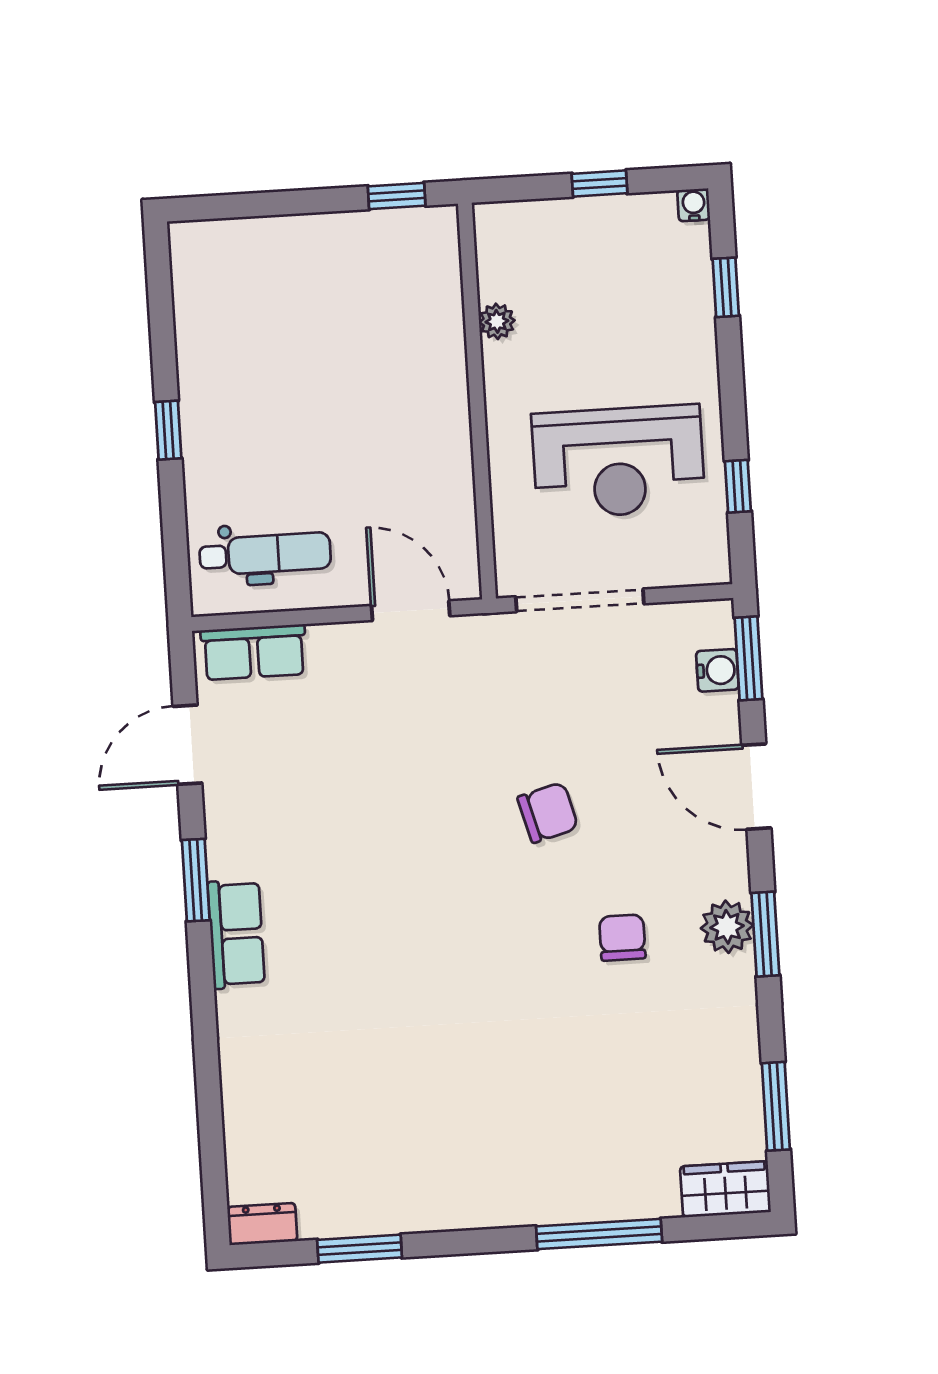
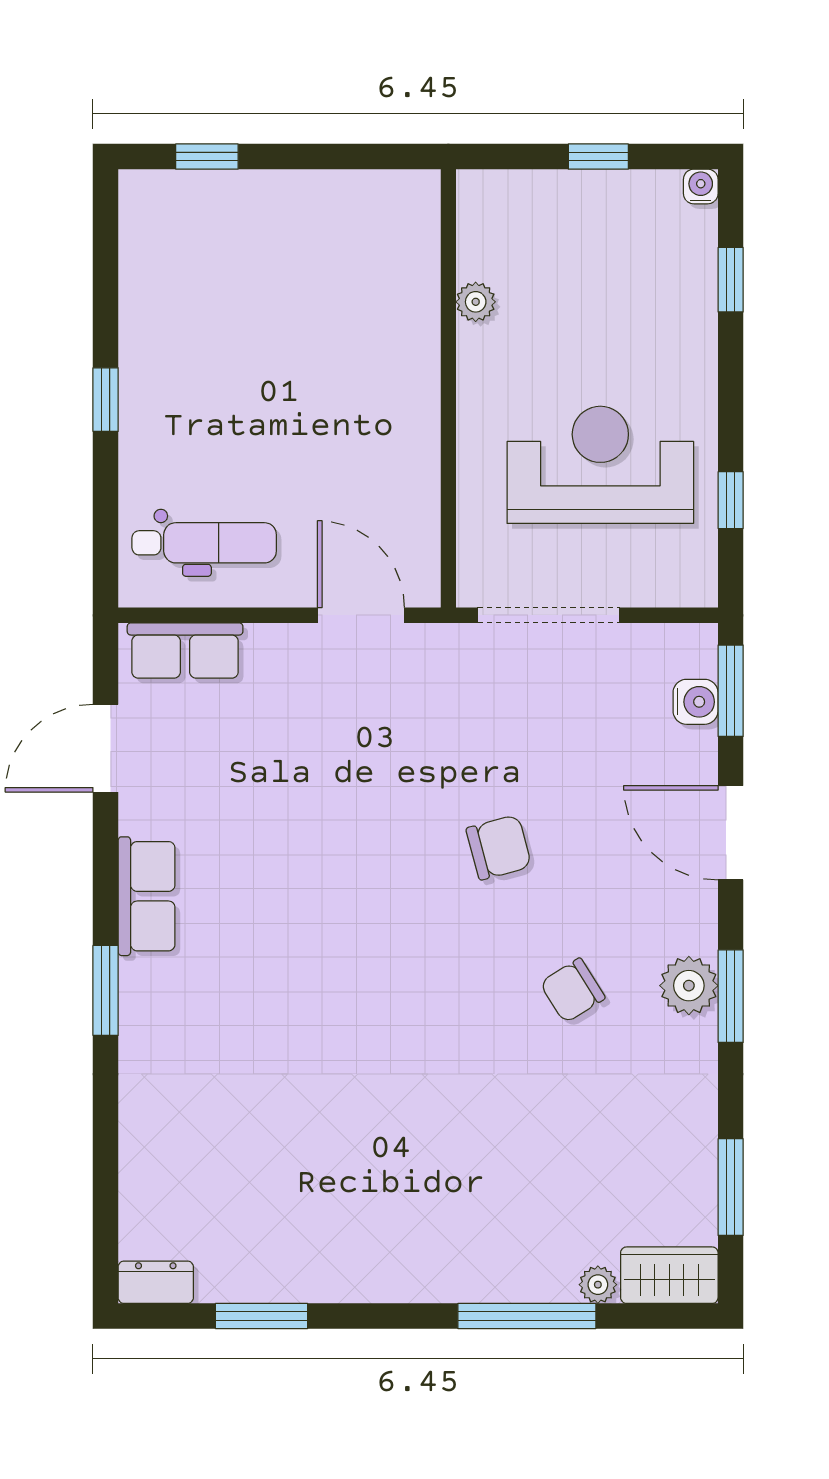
window: (397, 196) -> (207, 157), moved
reception desk: (618, 462) -> (600, 465), turned 180
window: (196, 880) -> (106, 990), moved
row of seats: (236, 934) -> (147, 896), moved
chair: (622, 938) -> (573, 990), turned -122
plant: (661, 1202) -> (598, 1285), added

